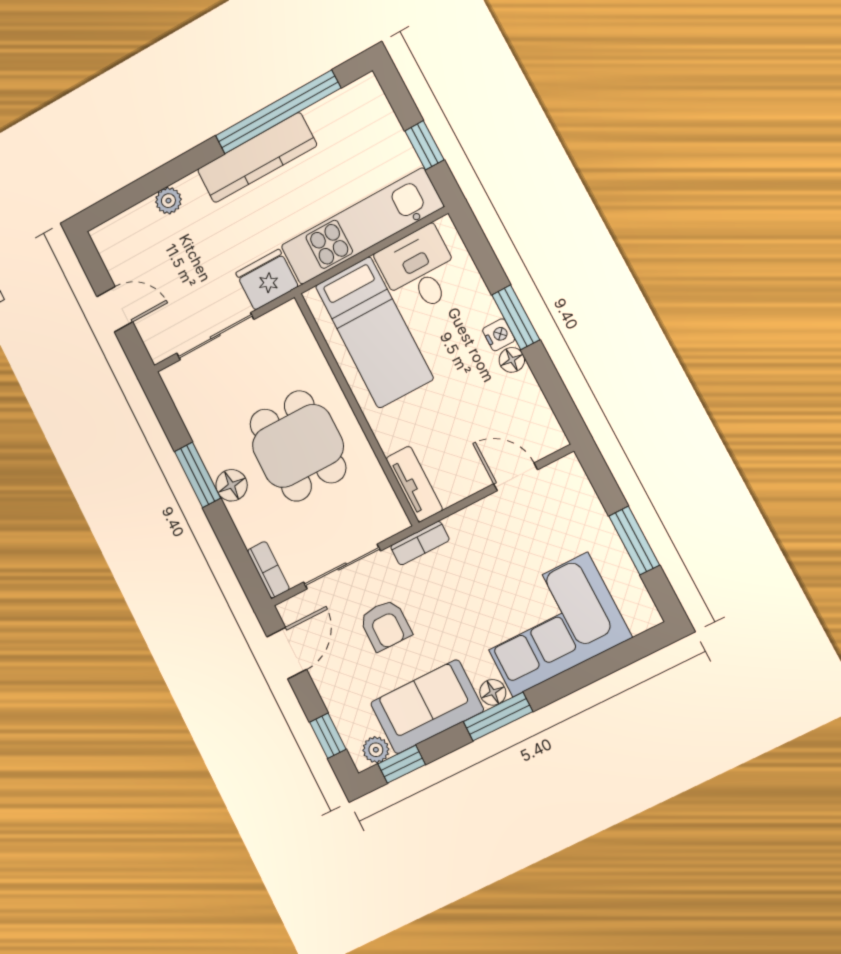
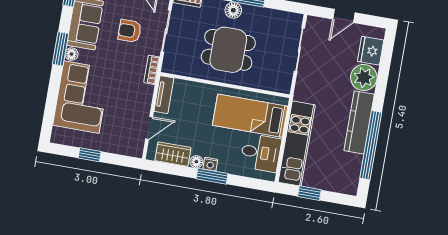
plant: (168, 201) -> (364, 77), width x1.87, depth x1.87
fridge: (267, 280) -> (371, 51), moved, turned 180
wardrobe: (528, 406) -> (173, 154), added
tv unit: (414, 484) -> (164, 95), moved, turned -90
window: (634, 541) -> (90, 155), width x0.67

